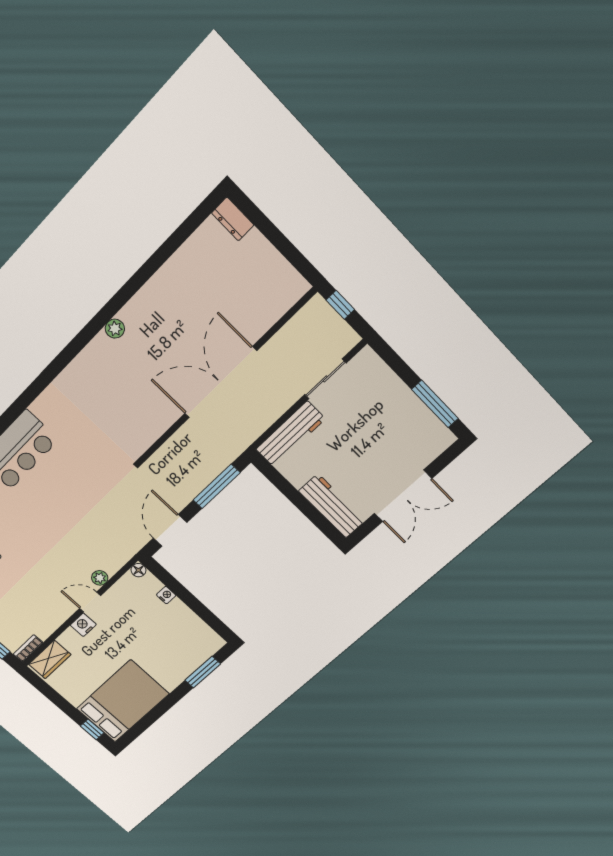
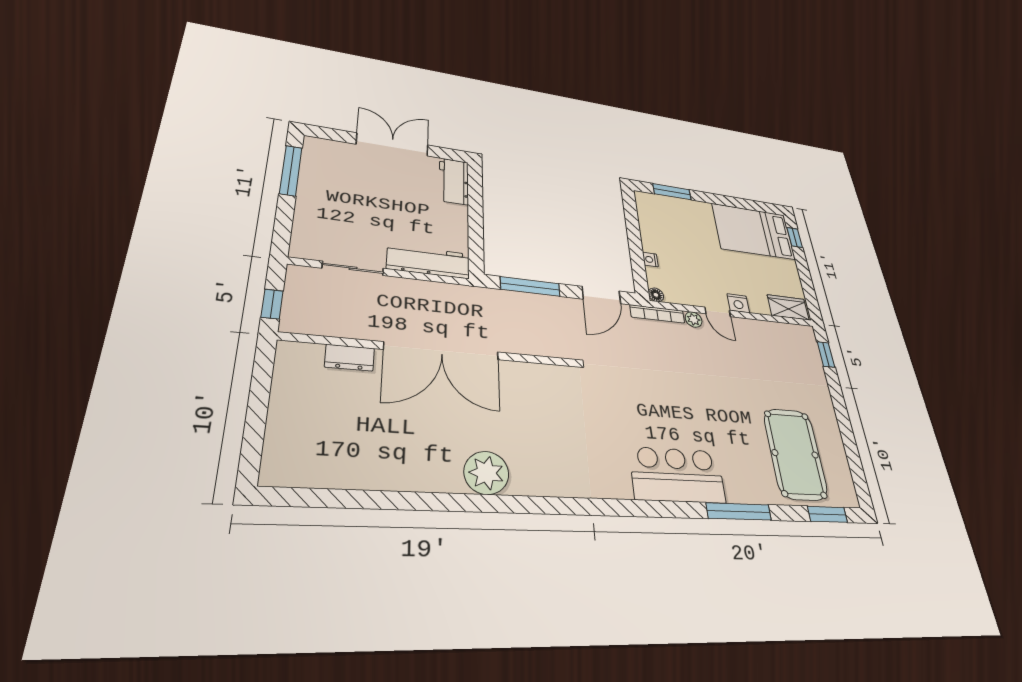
dresser: (233, 219) -> (350, 358), moved, turned 90
plant: (115, 329) -> (486, 473), width x1.87, depth x1.87
workbench: (332, 506) -> (454, 181), width x0.73
bookcase: (28, 648) -> (657, 314), moved, width x1.56

